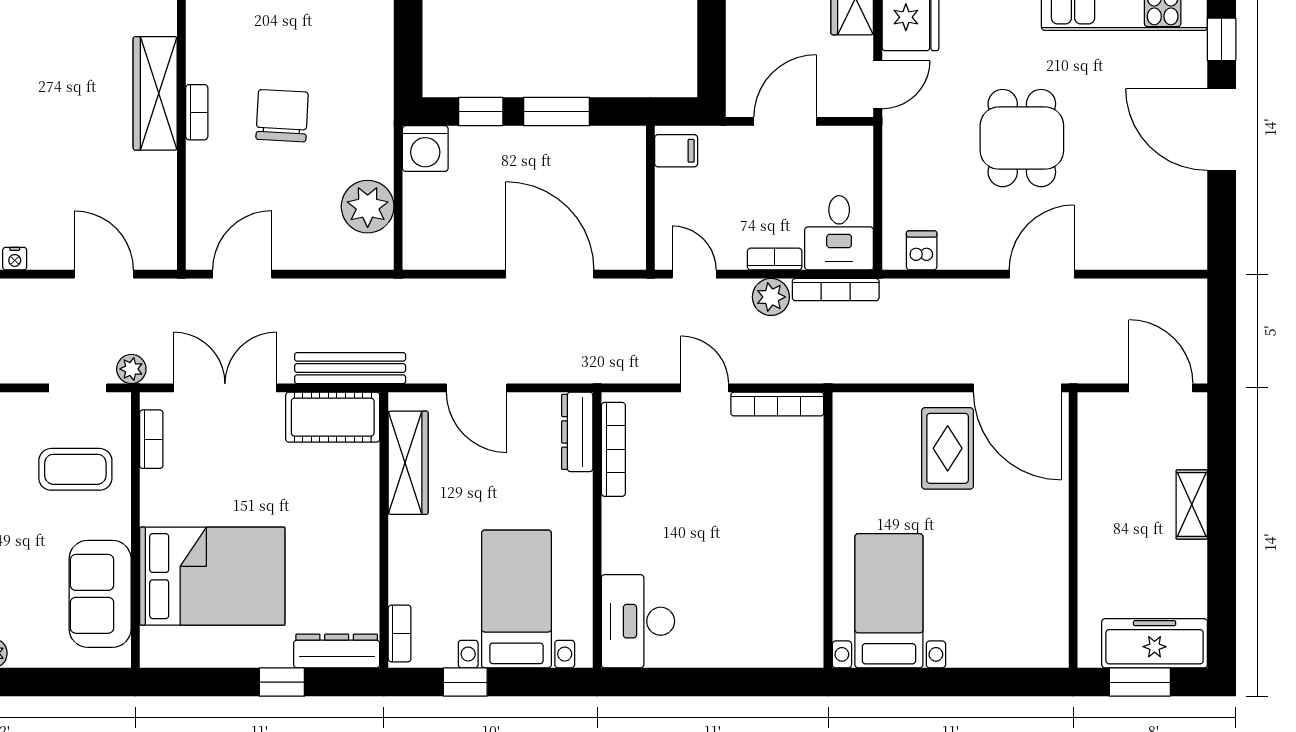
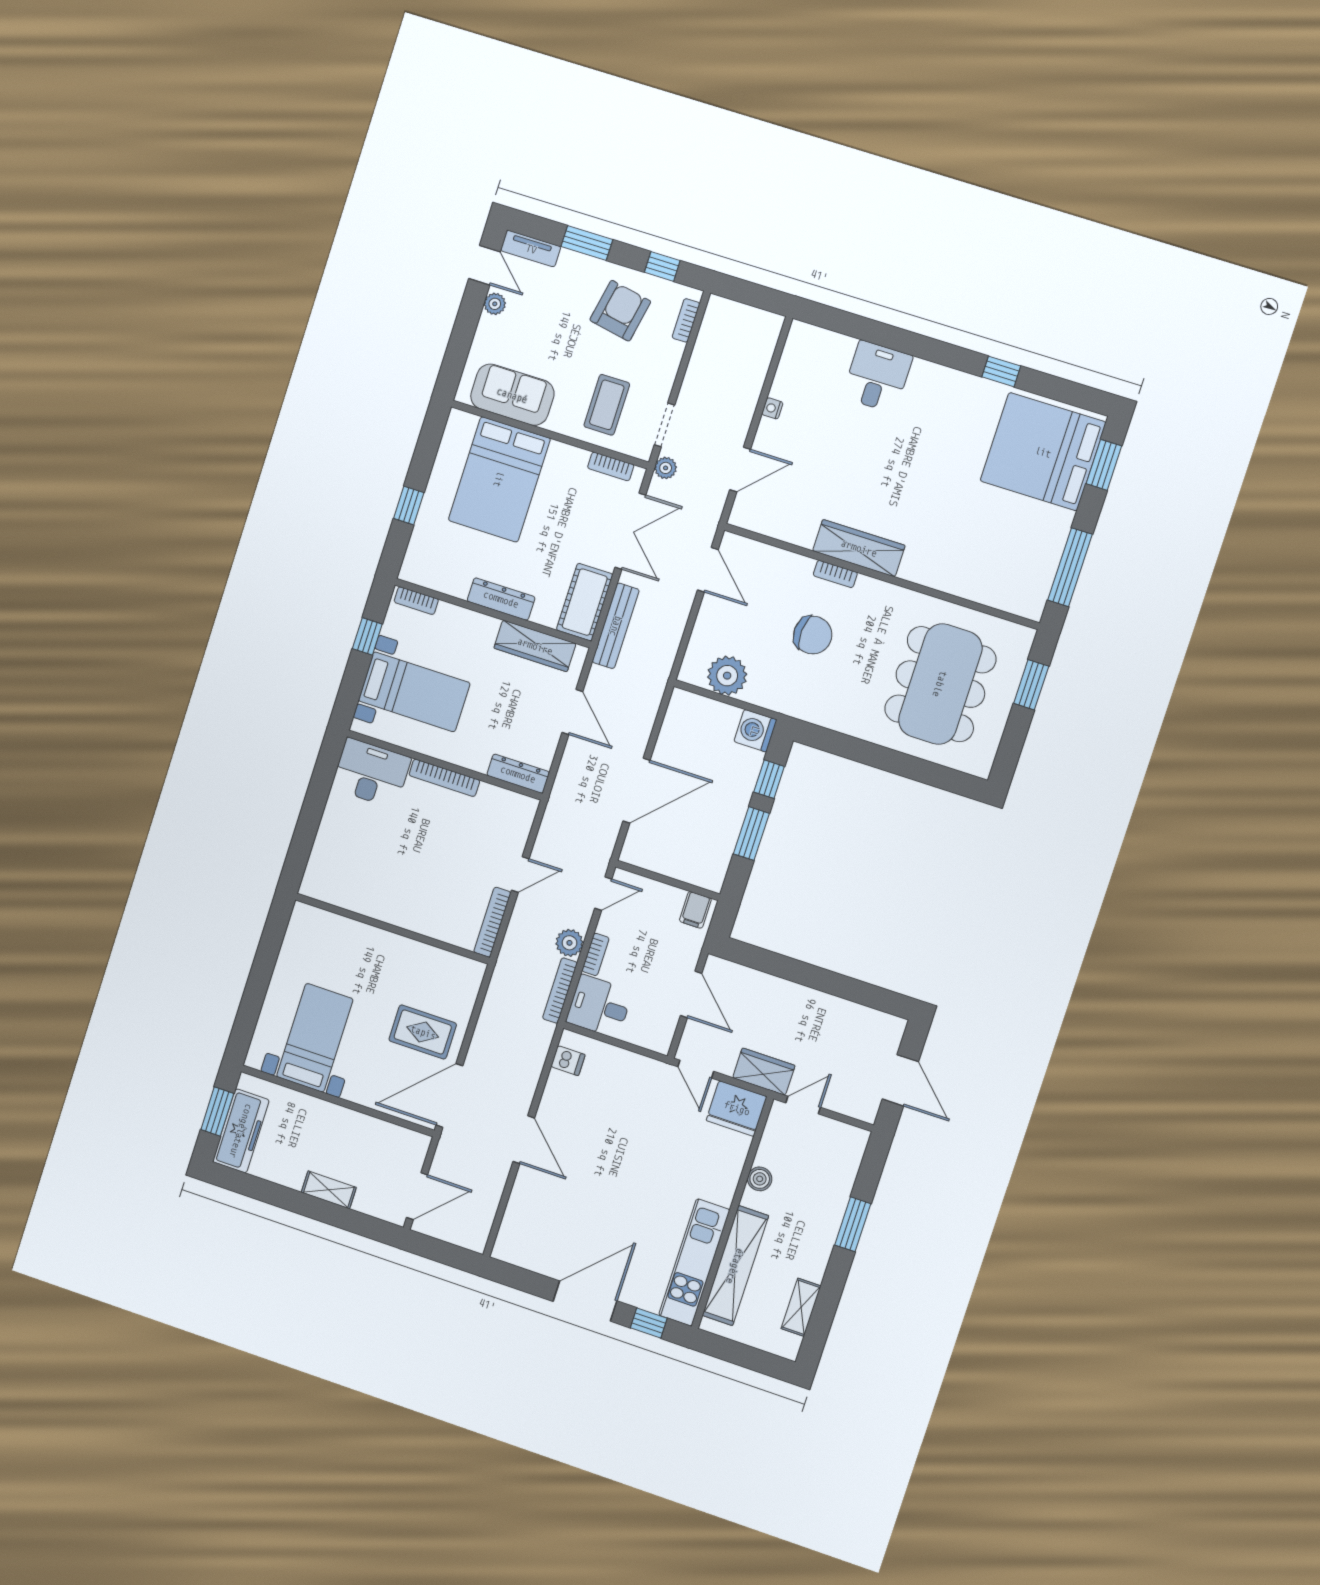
dining table: (1022, 138) -> (625, 1158), removed
door: (477, 388) -> (572, 712), swing flipped
bookcase: (613, 449) -> (444, 778), moved
bed with nightstands: (889, 601) -> (315, 1038), moved, turned -90
dresser: (337, 651) -> (501, 599), moved, turned -90

